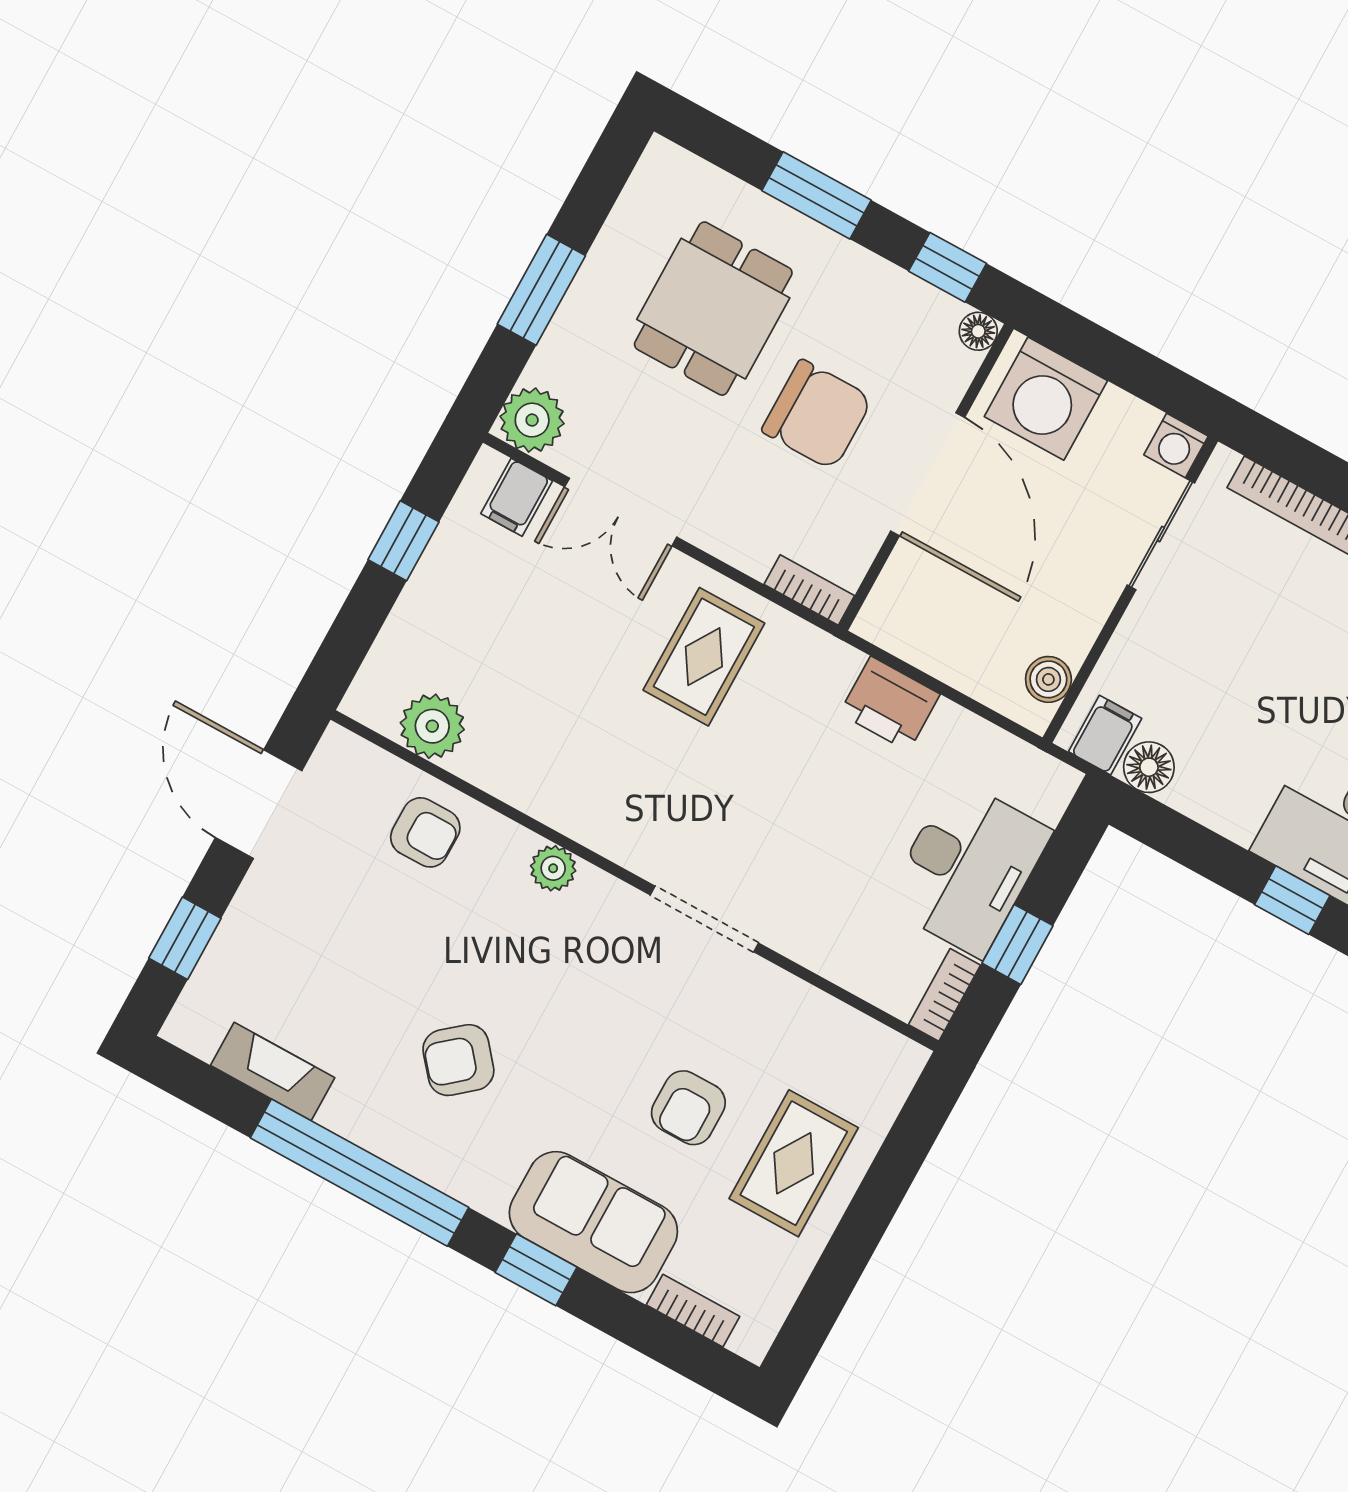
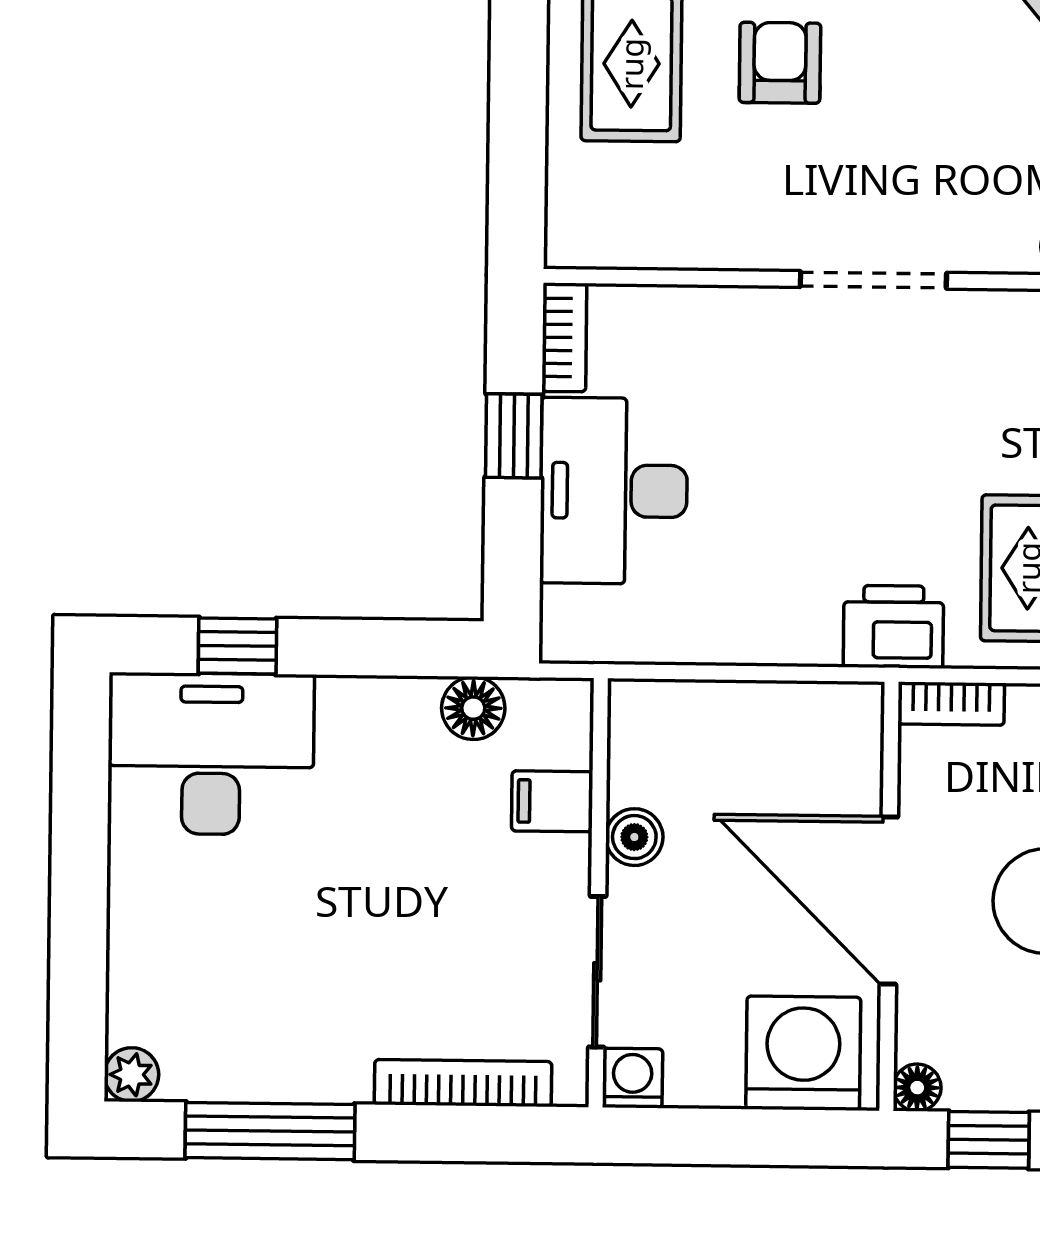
boiler: (1048, 679) -> (634, 837), moved
printer: (890, 704) -> (893, 627), moved
filing cabinet: (1105, 735) -> (552, 801), moved, turned 90

